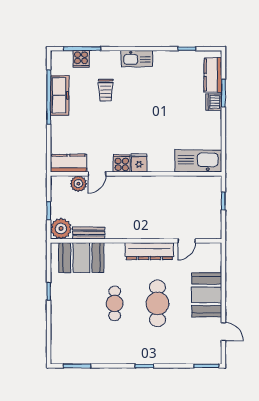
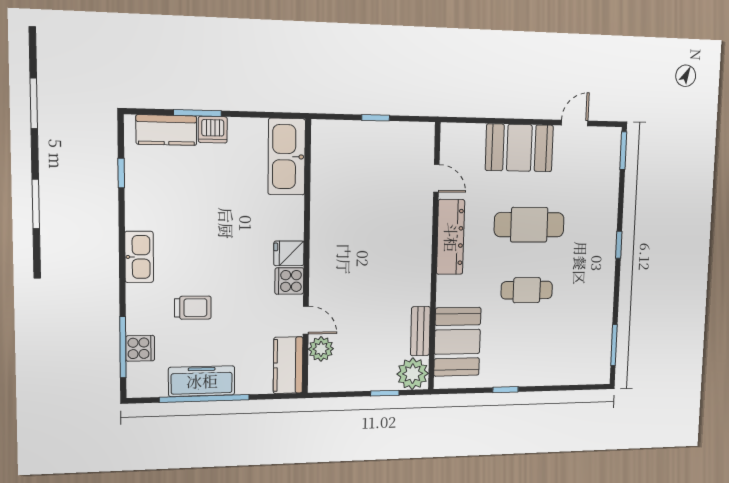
kitchen sink: (198, 161) -> (287, 157), moved
kitchen counter: (68, 163) -> (288, 365), moved
cooker: (122, 163) -> (289, 281), moved
fridge: (139, 163) -> (289, 253), moved
door: (97, 174) -> (306, 320), moved
wall: (136, 174) -> (307, 258), moved
plant: (78, 184) -> (321, 349), moved

